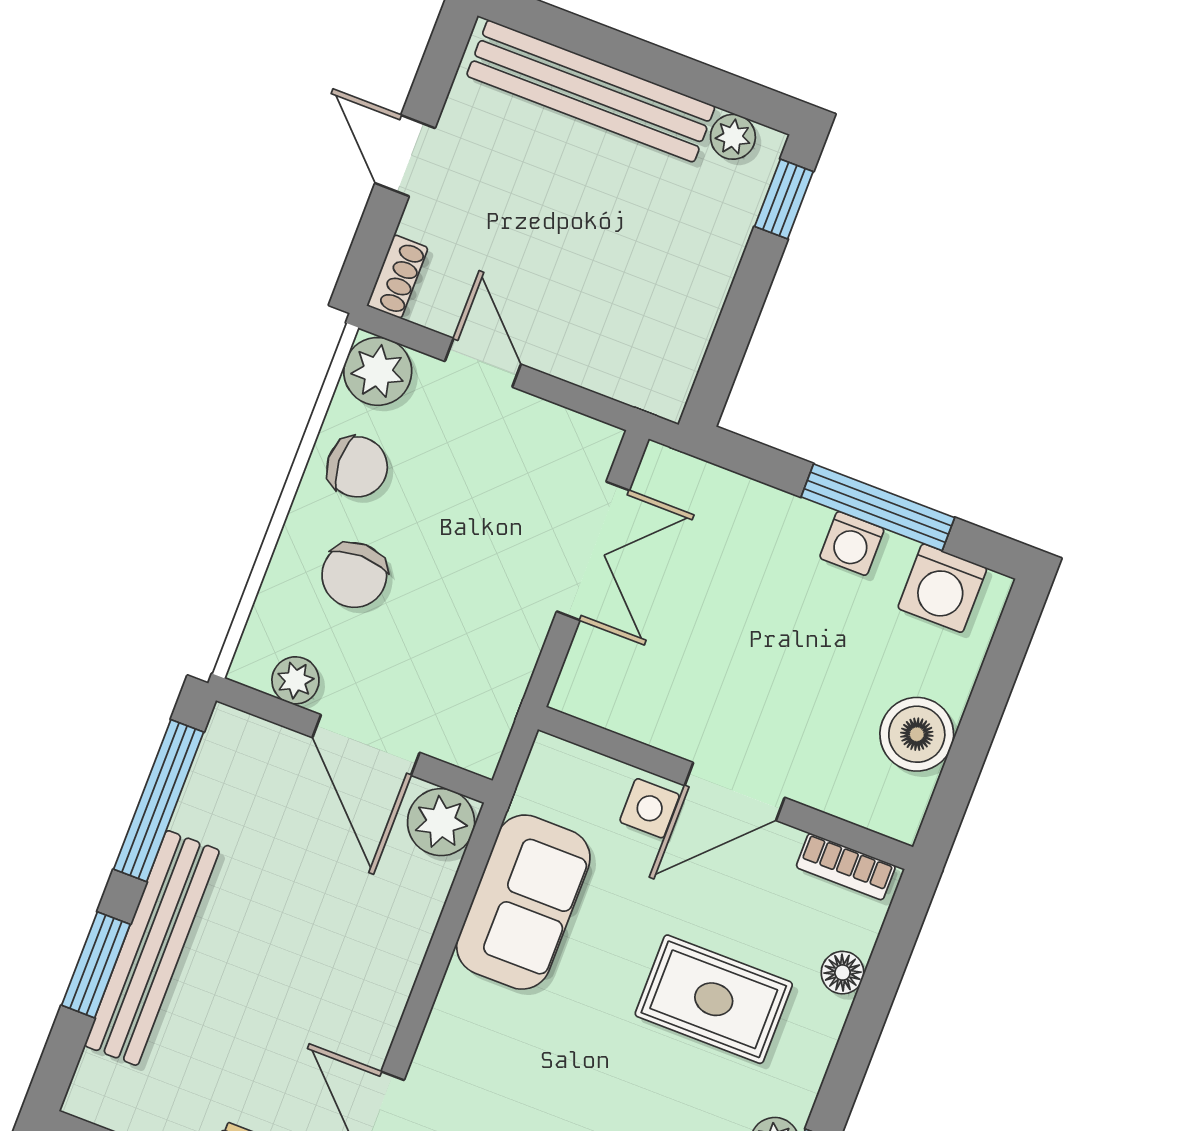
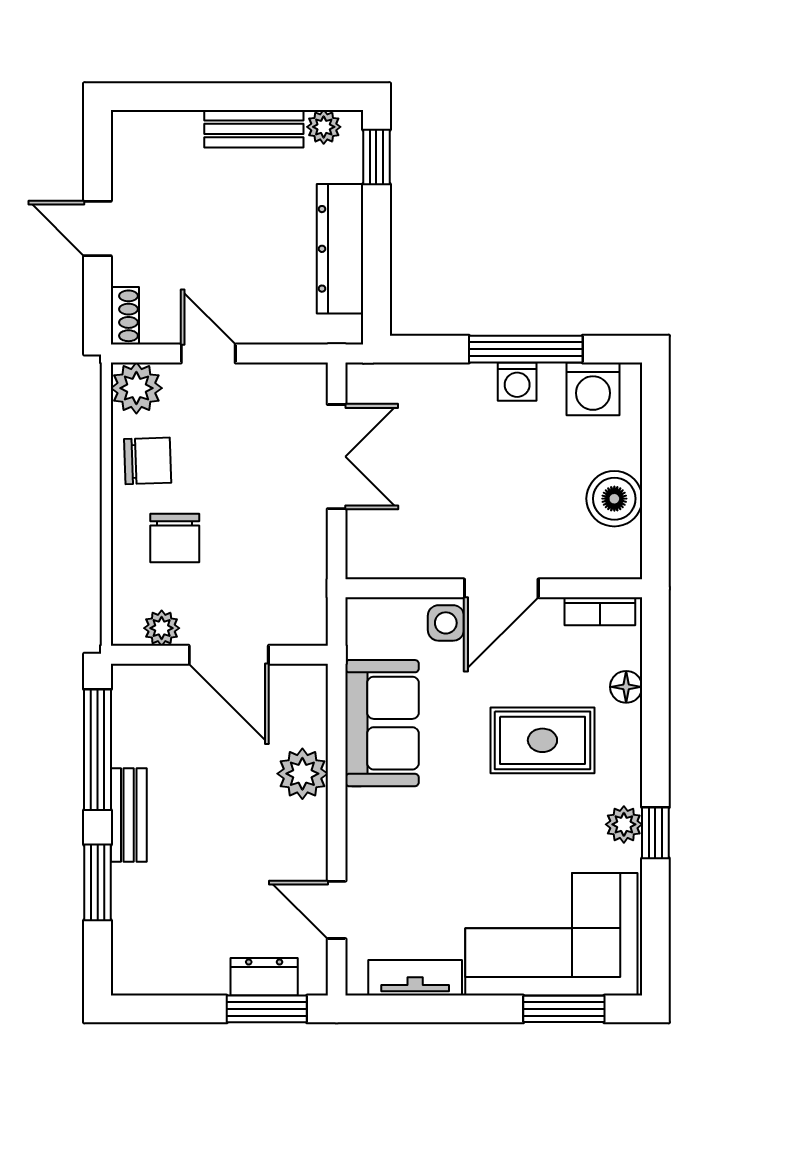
bench: (591, 91) -> (254, 129), width x0.54, depth x0.82
dresser: (695, 295) -> (340, 249), added
plant: (441, 822) -> (302, 774), moved
bench: (152, 948) -> (129, 815), width x0.54, depth x0.82

